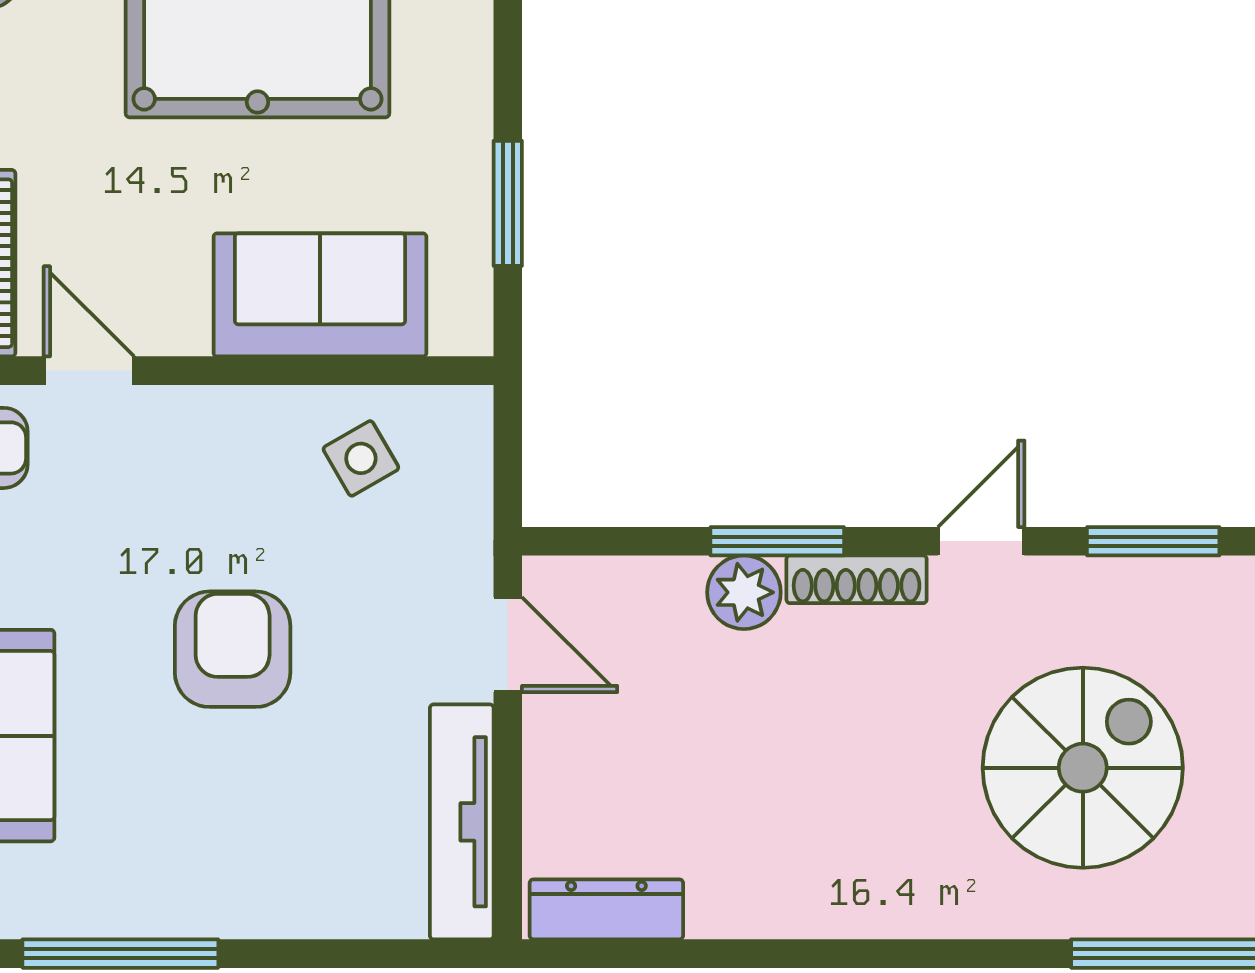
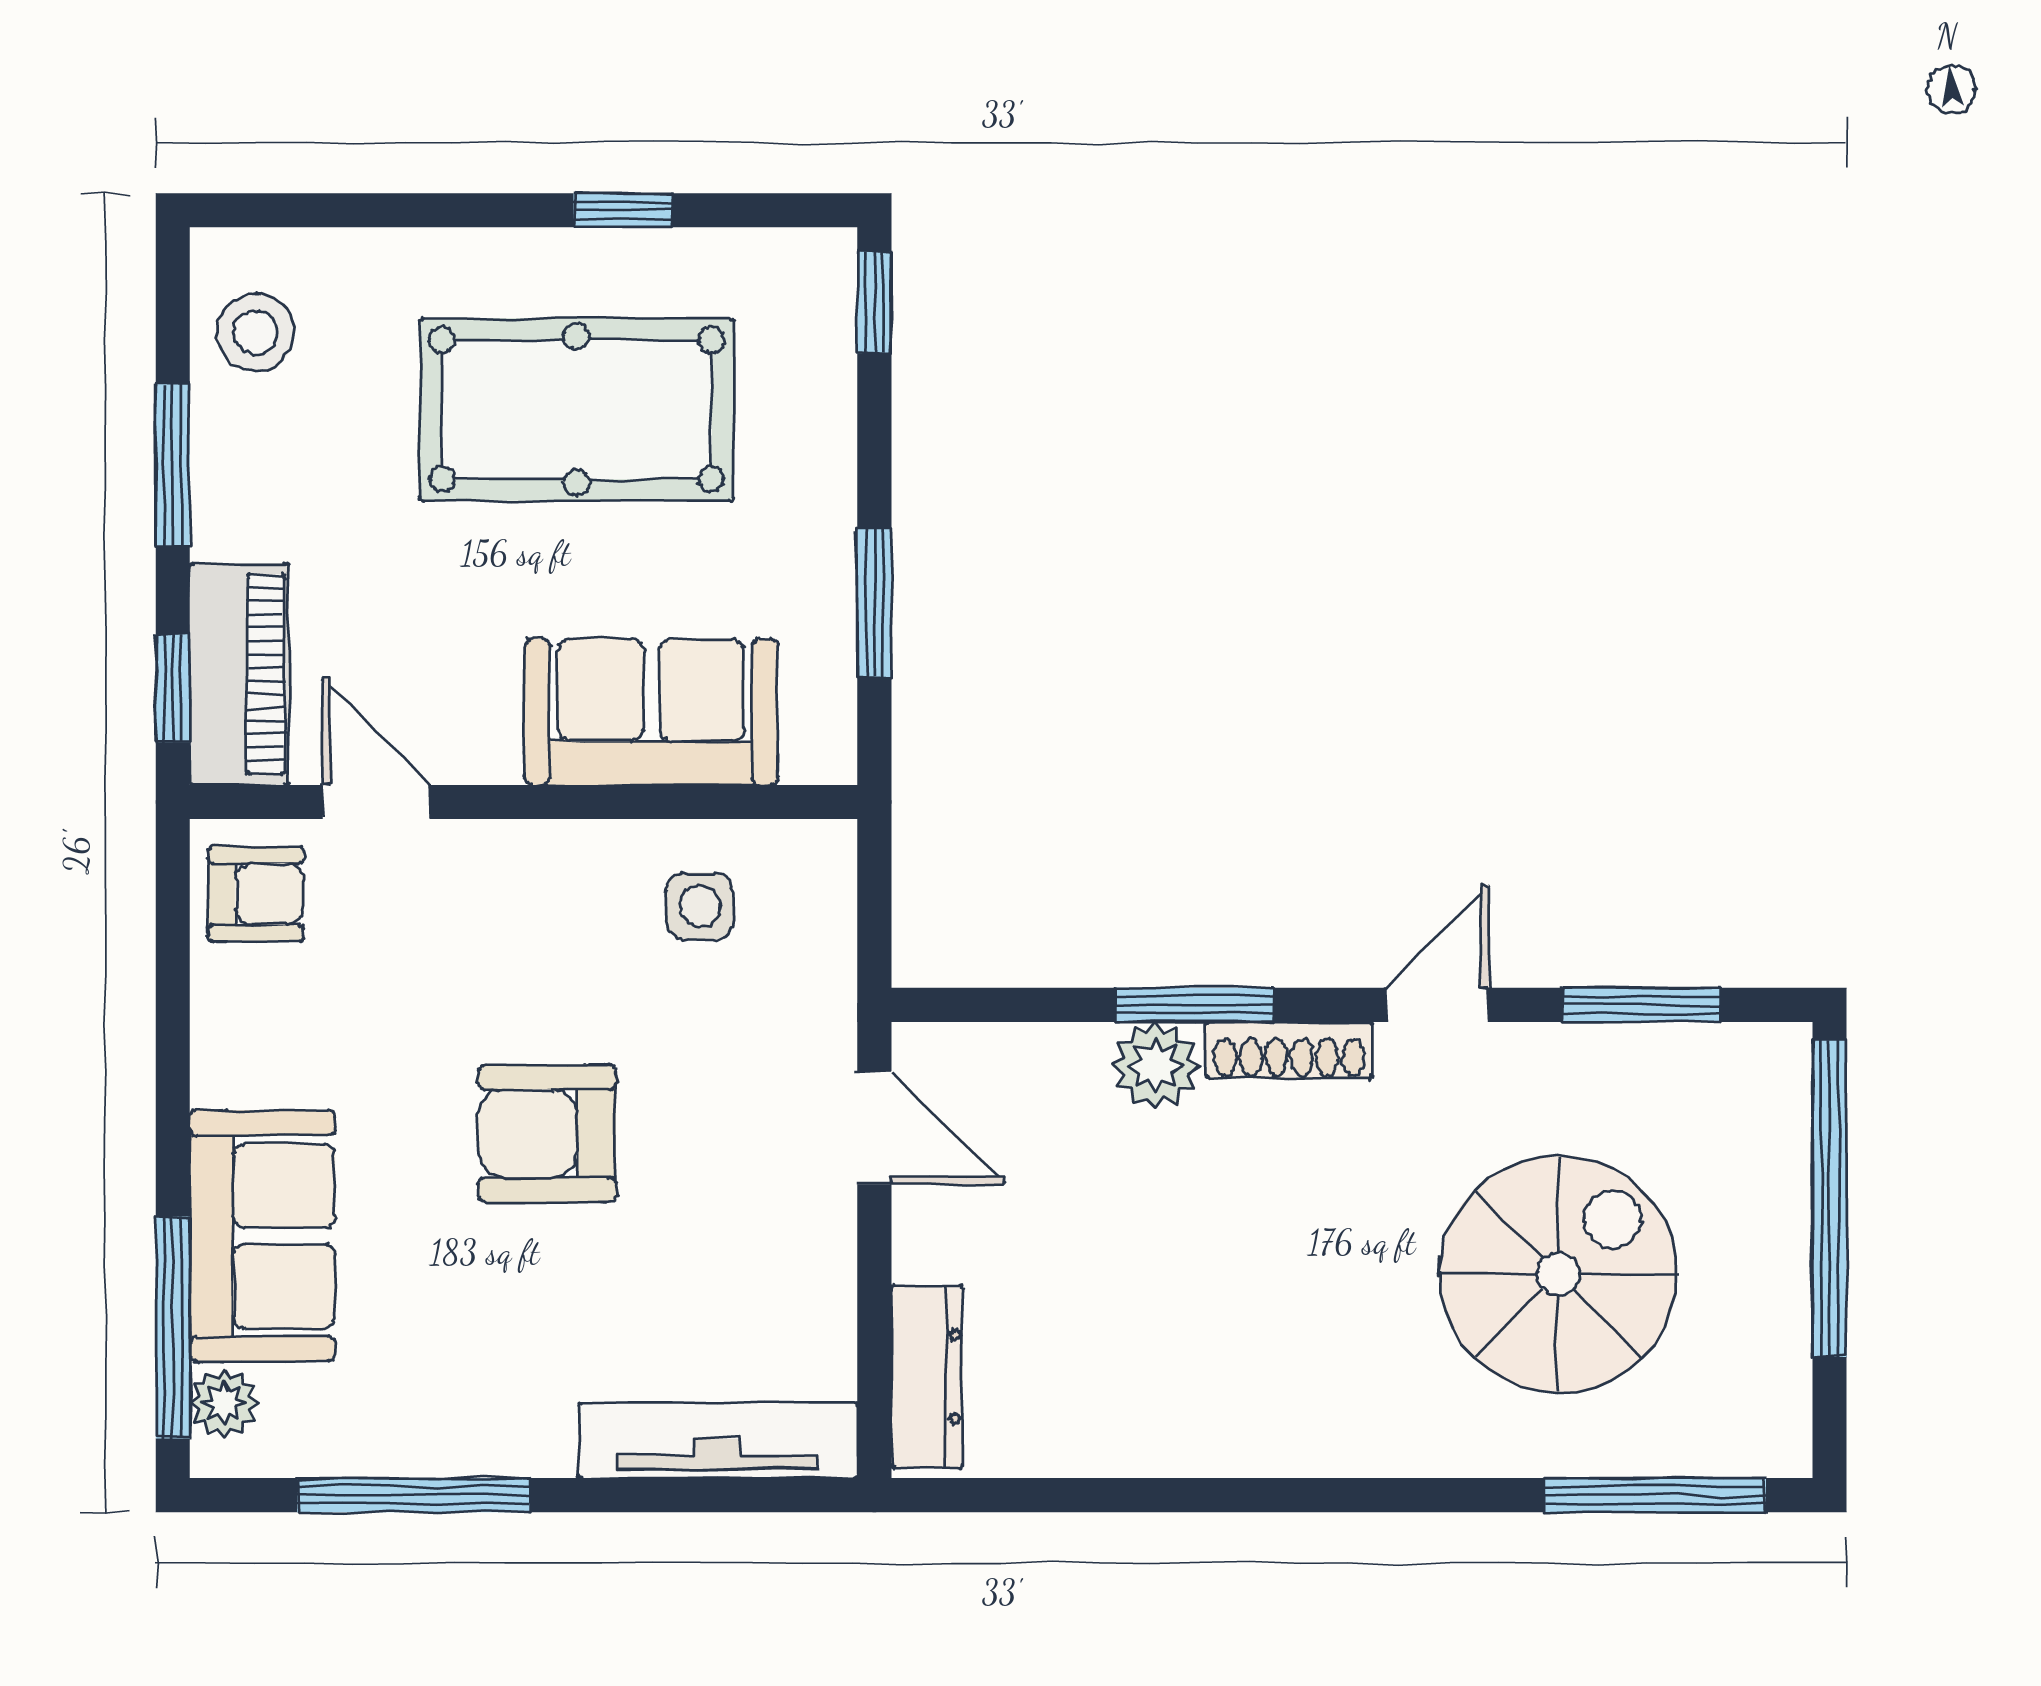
side table: (361, 458) -> (700, 906), turned 30
armchair: (233, 649) -> (547, 1133), turned -90
tv unit: (462, 822) -> (718, 1440), moved, turned 90
dresser: (606, 909) -> (927, 1377), moved, turned 90

